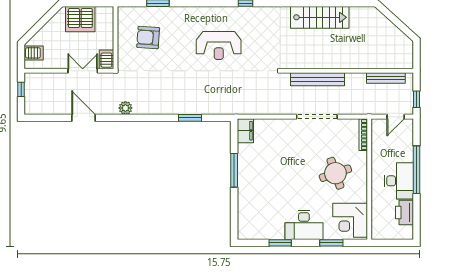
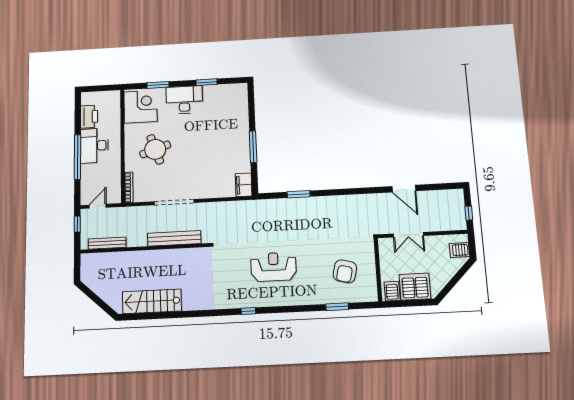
stairs: (320, 17) -> (152, 301), moved
armchair: (148, 38) -> (345, 271), turned 100
server rack: (106, 59) -> (392, 291), moved, turned 180
plant: (125, 108) -> (363, 200), removed

